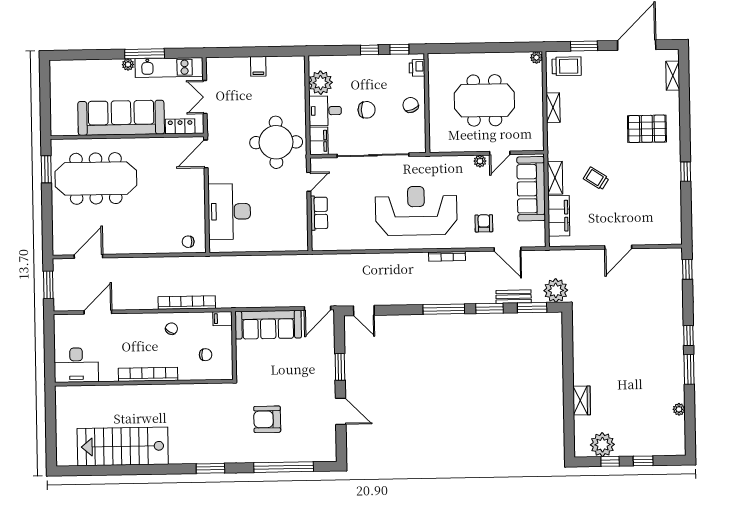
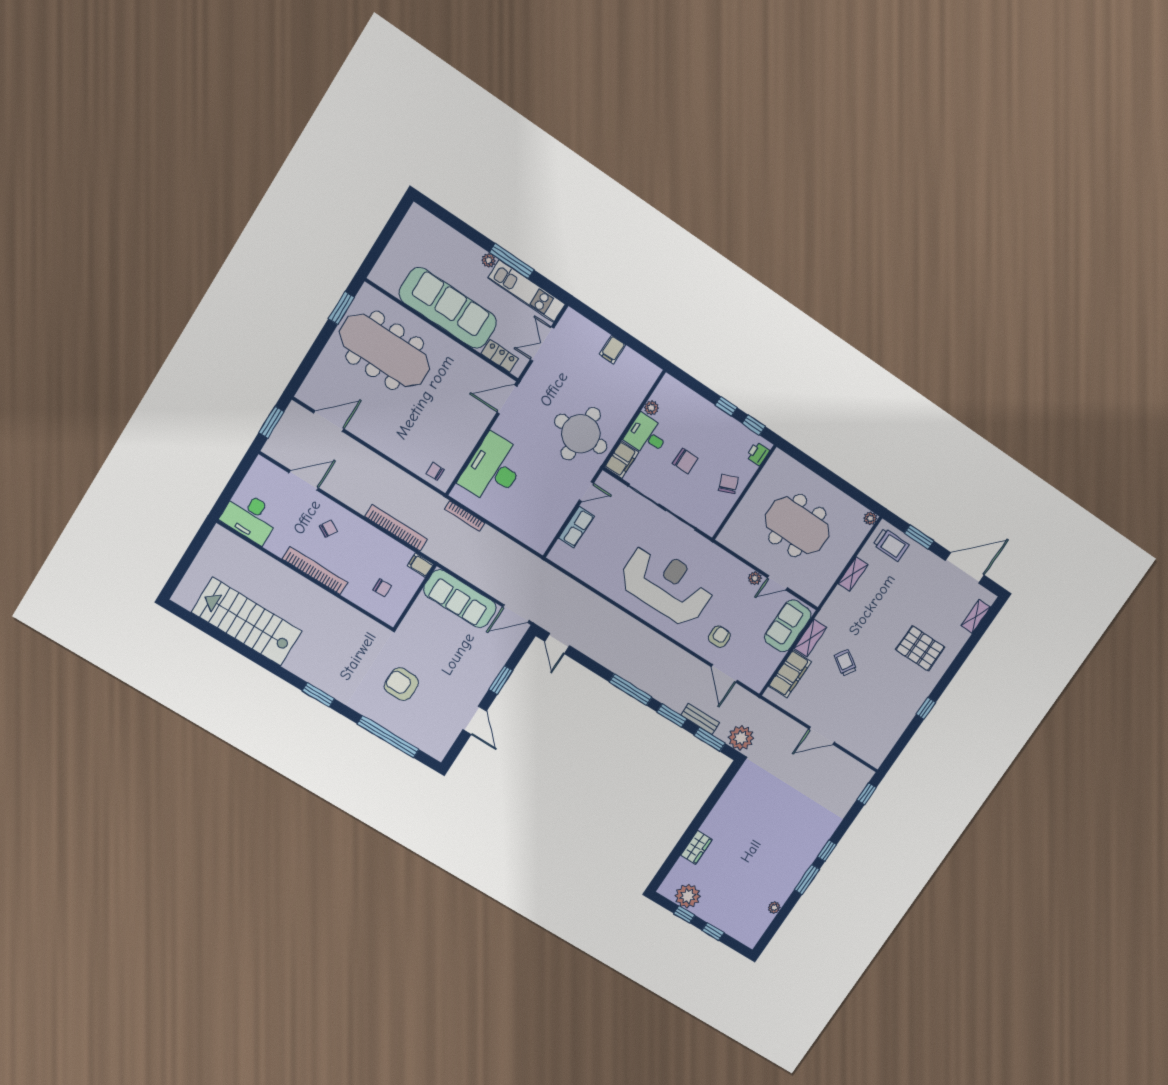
plant: (321, 83) -> (651, 408), width x0.53, depth x0.53
sofa: (531, 189) -> (788, 626), width x0.73
bookcase: (447, 256) -> (465, 516), moved
chair: (171, 329) -> (328, 529), moved

